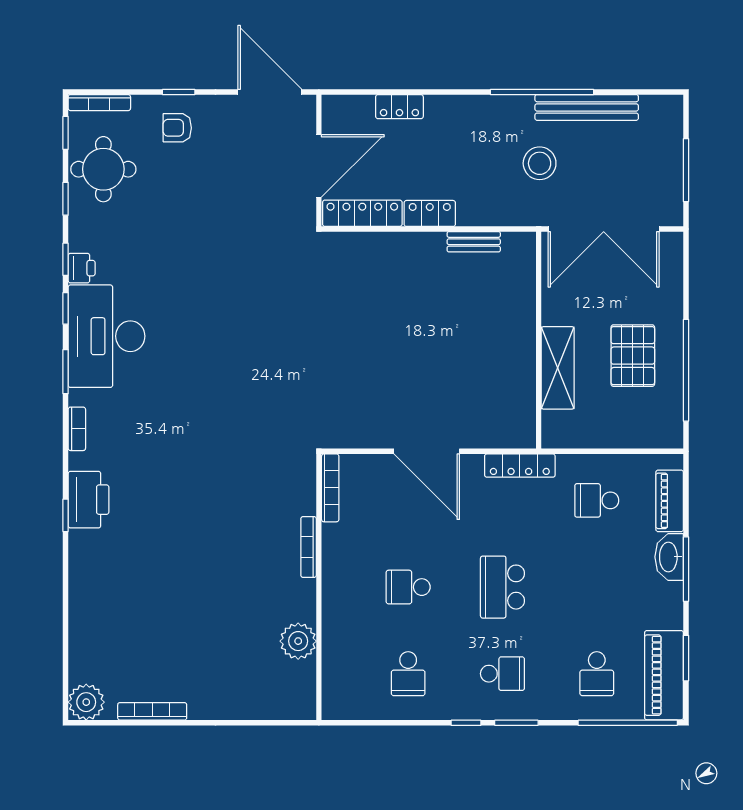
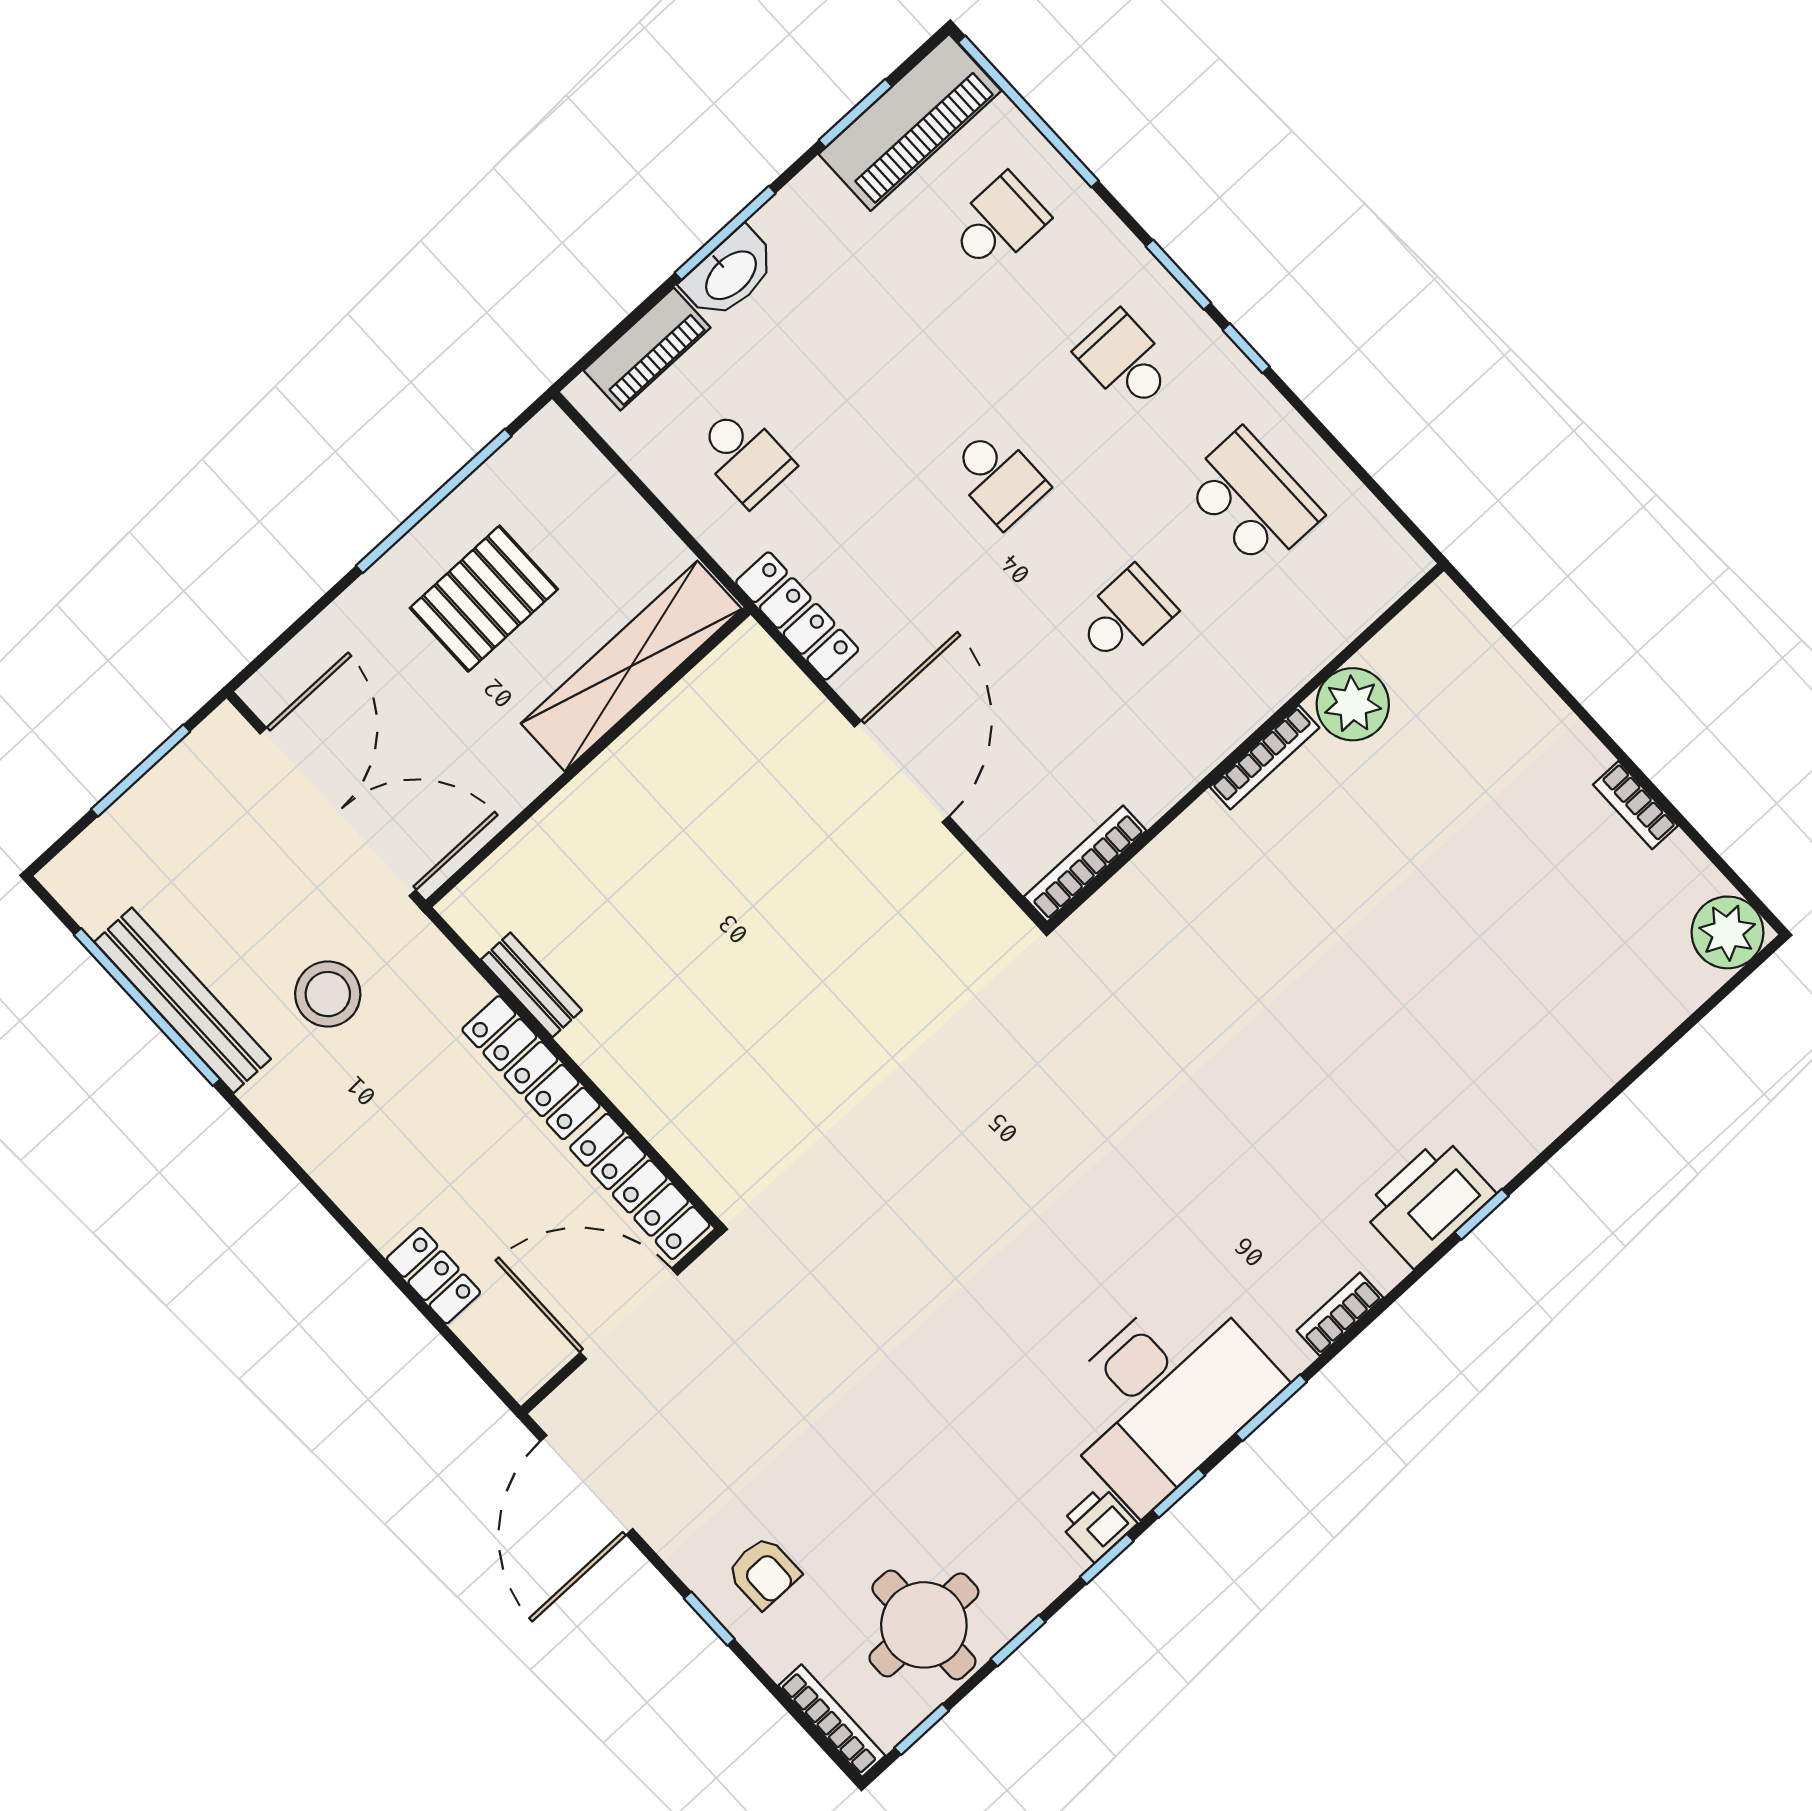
window: (542, 92) -> (147, 1007), moved
locker: (430, 213) -> (531, 1068), width x1.53
shelving: (558, 368) -> (631, 666), width x1.47
bookcase: (309, 547) -> (1265, 757), moved
school desk: (408, 587) -> (1125, 616), turned -90
school desk: (502, 587) -> (998, 478), width x0.54
school desk: (408, 674) -> (1252, 499), width x1.85
bookcase: (152, 711) -> (1635, 805), width x0.64

